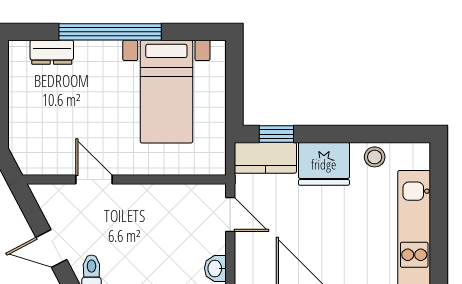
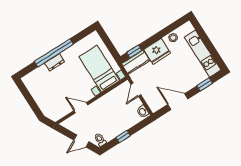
dresser: (52, 52) -> (54, 62), moved
bed with nightstands: (166, 92) -> (99, 69), moved, turned 180
door: (230, 215) -> (136, 90), swing flipped

